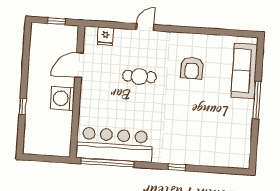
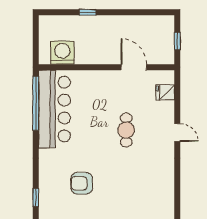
armchair: (192, 68) -> (82, 183), moved
washing machine: (62, 98) -> (62, 53), moved
window: (177, 167) -> (36, 198), moved

